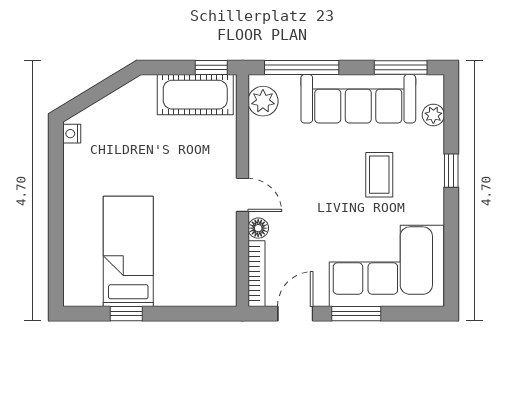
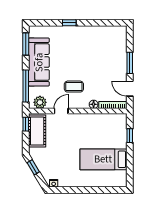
window: (109, 85) -> (33, 167), added
plant: (433, 115) -> (46, 30), removed
coffee table: (379, 175) -> (74, 87), moved
door: (242, 195) -> (61, 111), moved
corner sofa: (387, 266) -> (110, 50), removed
window: (126, 314) -> (130, 136), moved

